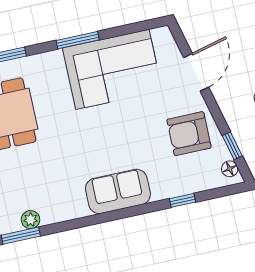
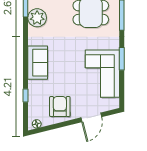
door: (196, 72) -> (91, 117), hinge flipped
window: (232, 146) -> (49, 128), removed
plant: (31, 220) -> (37, 18), width x1.88, depth x1.88

